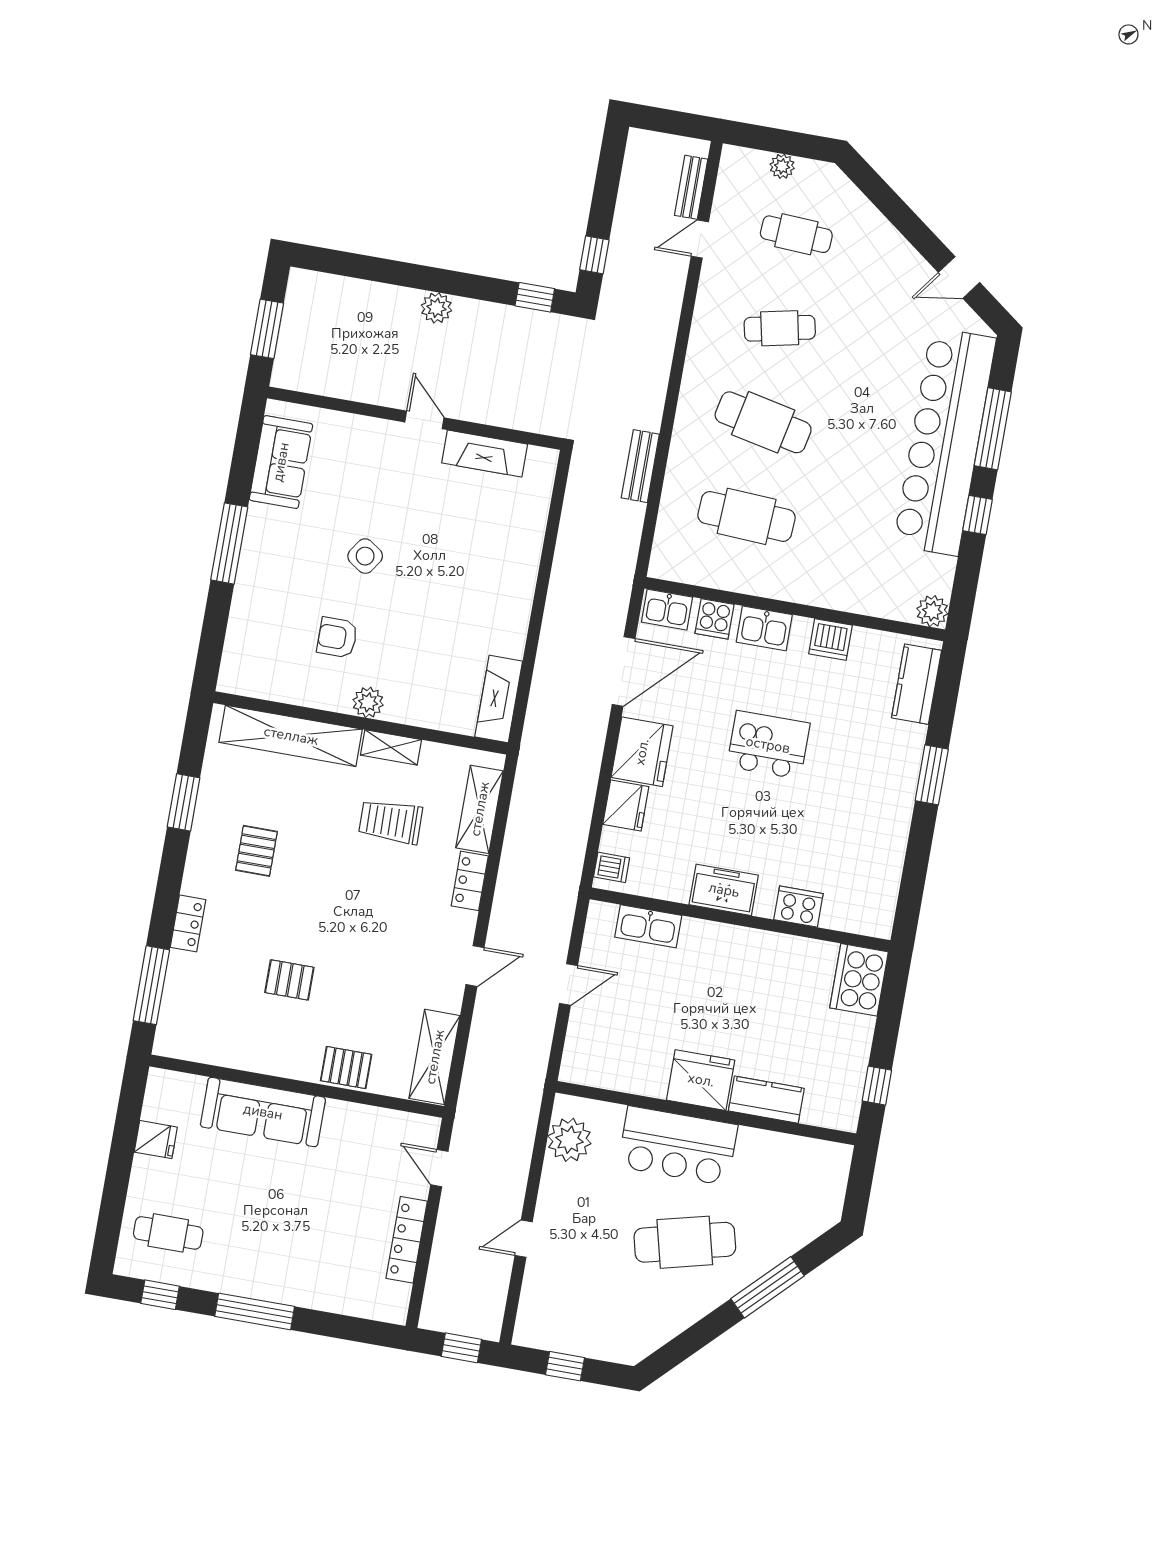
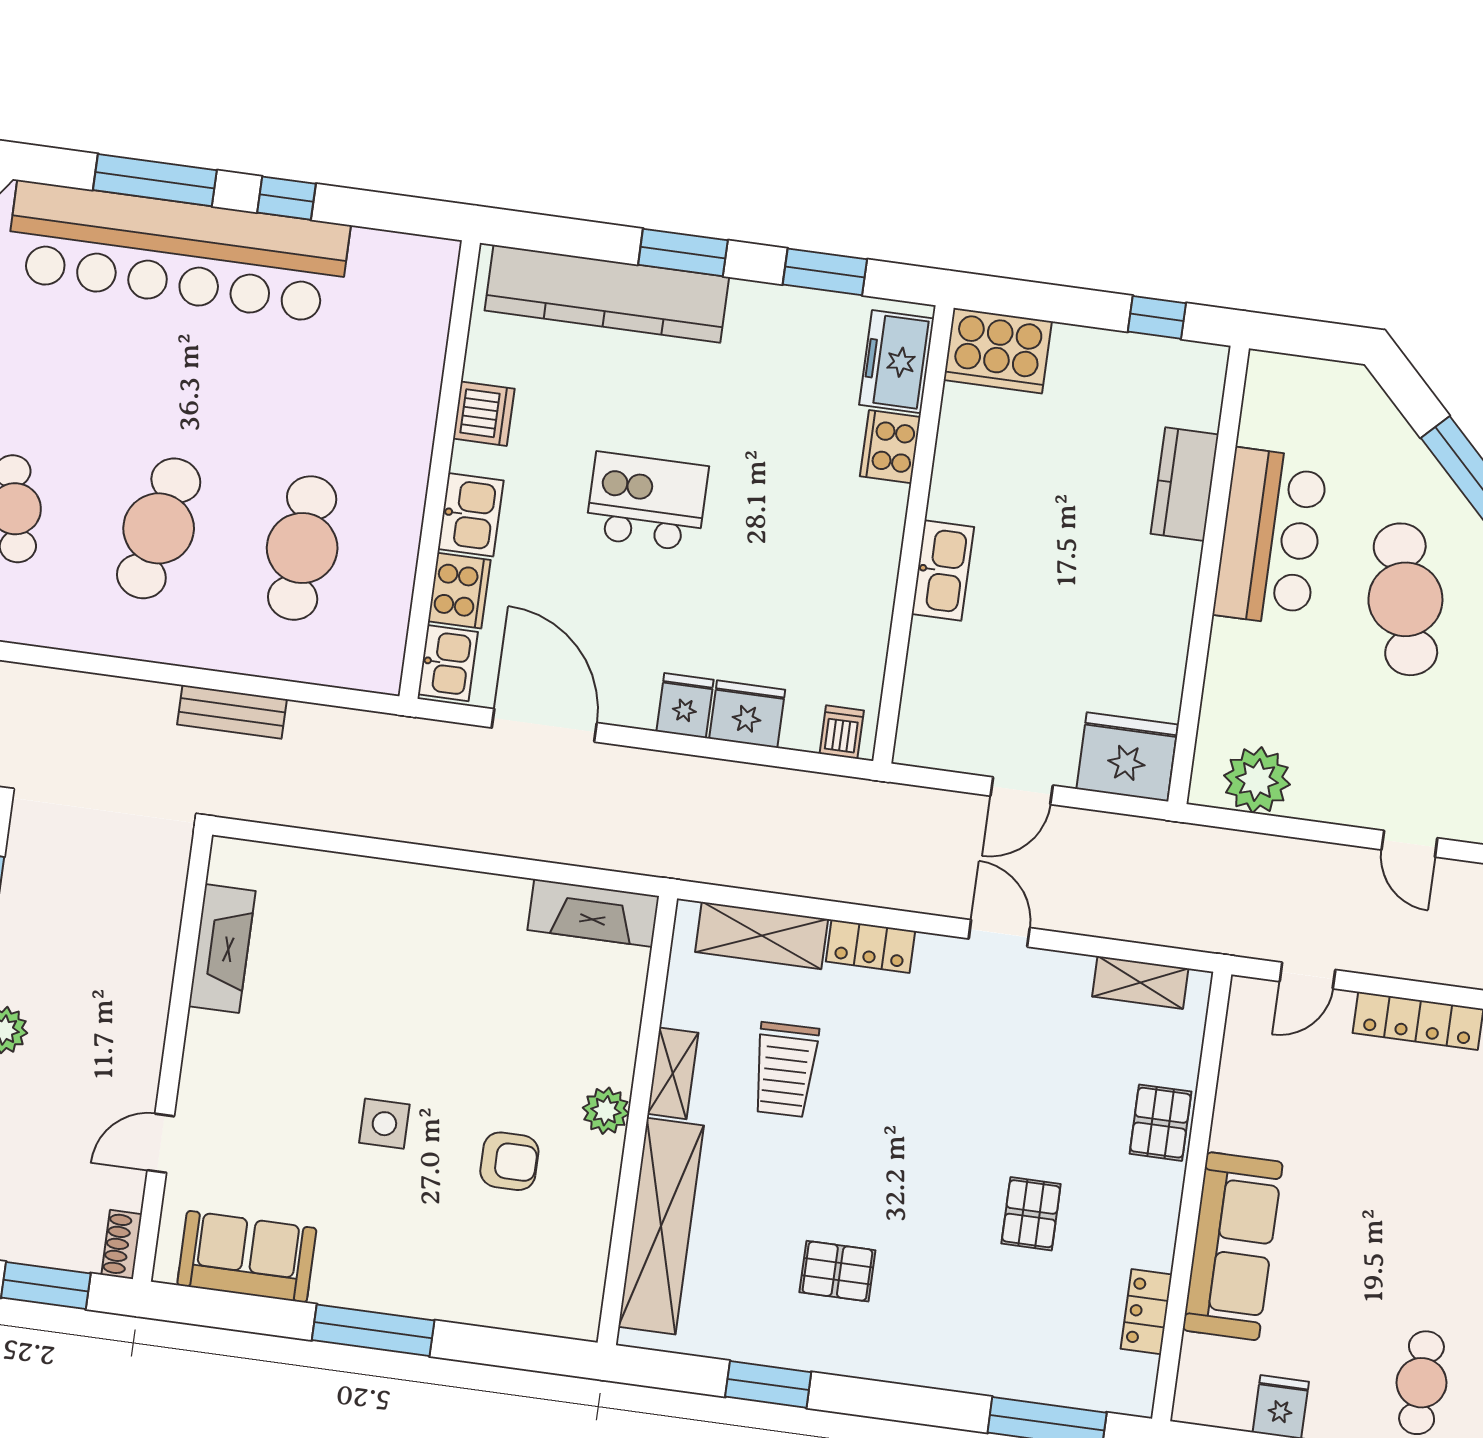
shoe rack: (292, 380) -> (122, 1244), added
door: (424, 420) -> (161, 1143), moved
side table: (365, 556) -> (384, 1124), turned -34
plant: (932, 611) -> (435, 261), removed
cooker: (715, 619) -> (459, 591), width x1.36
armchair: (337, 637) -> (509, 1161), turned -90
kitchen counter: (917, 684) -> (607, 294), width x2.08, depth x1.17
kitchen island: (768, 745) -> (647, 502), turned 90
fridge: (642, 752) -> (685, 706), width x0.53, depth x0.75
window: (915, 868) -> (825, 272), added
freezer: (724, 890) -> (897, 362), moved
locker: (188, 923) -> (1146, 1312), moved, turned -90
kitchen sink: (648, 926) -> (943, 570), moved
door: (568, 984) -> (1022, 791), swing flipped
shelving: (435, 1057) -> (1140, 983), width x0.67, depth x0.75
fridge: (701, 1080) -> (1127, 757), moved, turned 90
bar counter: (678, 1146) -> (1270, 537), moved

